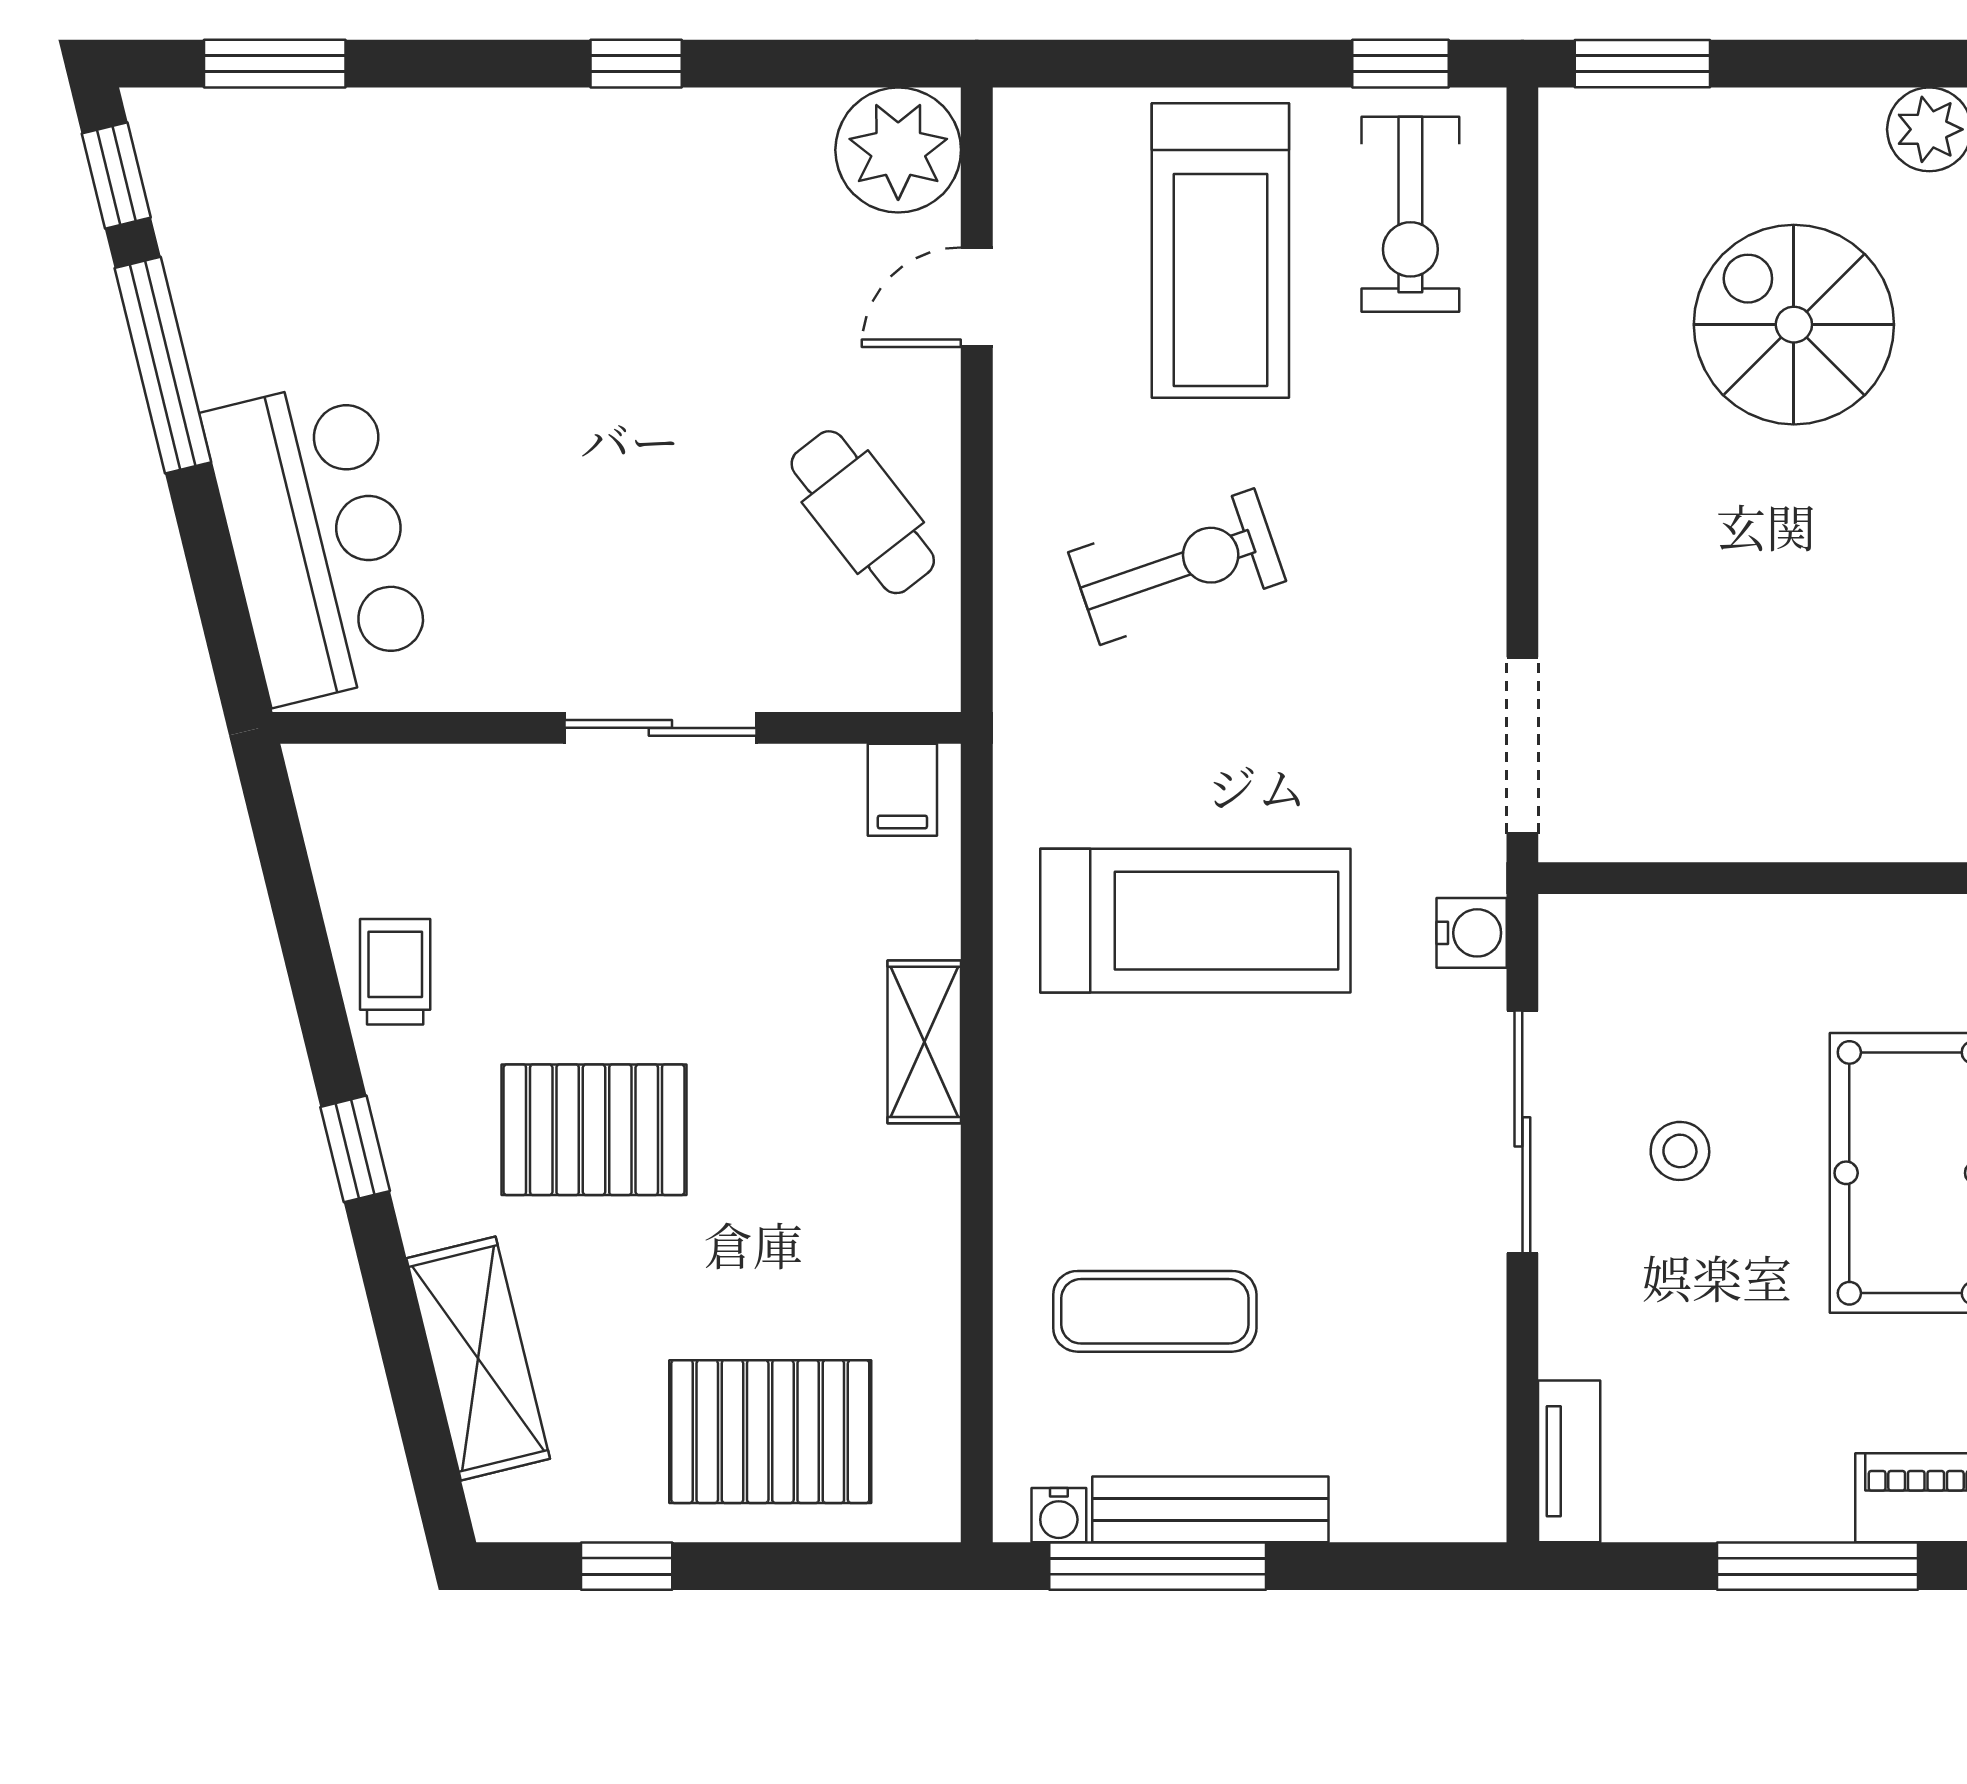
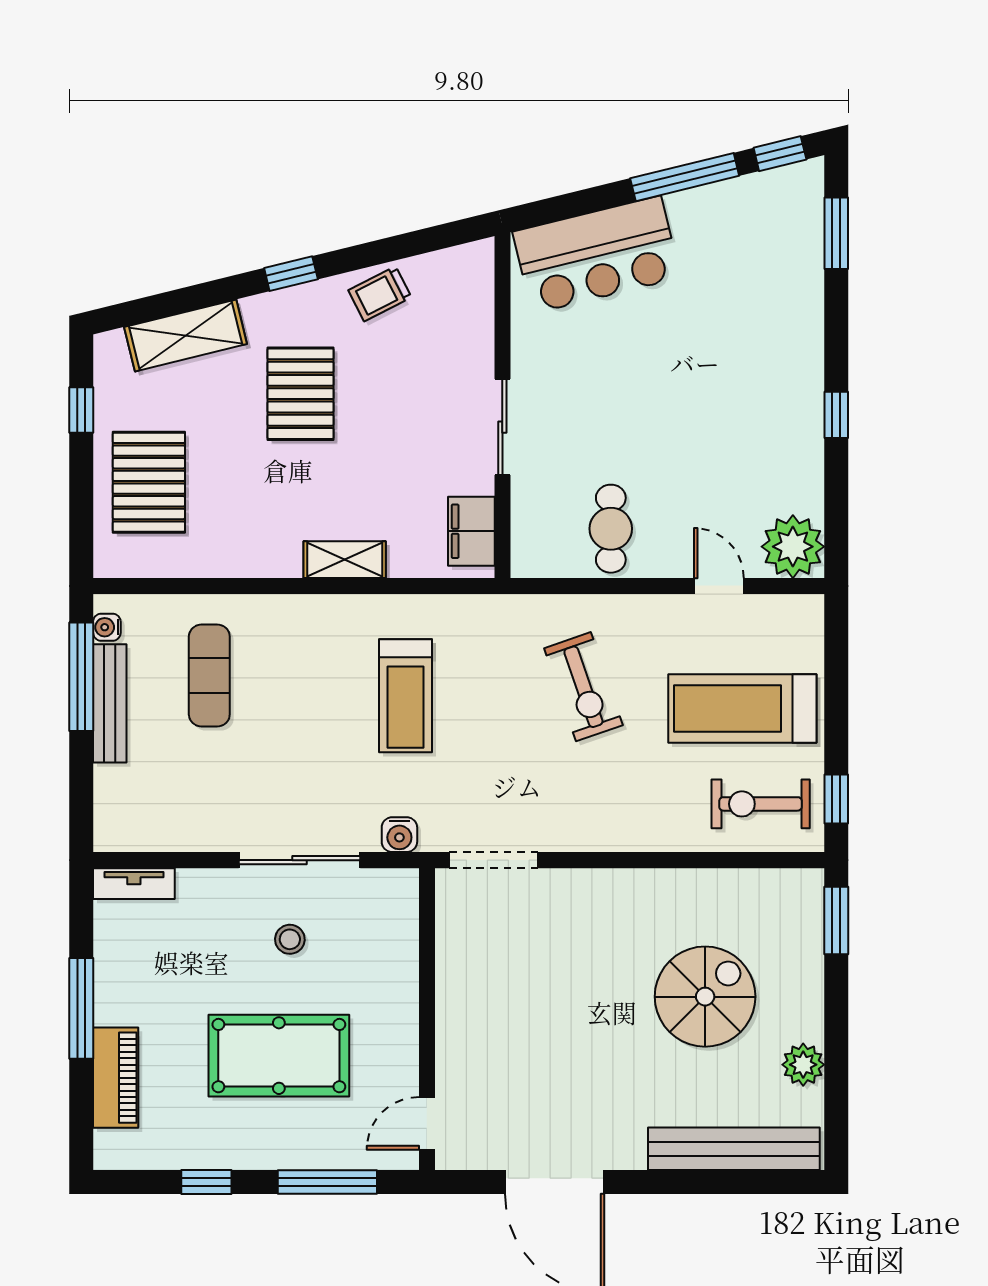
cafe table: (863, 512) -> (611, 529), turned -52
filing cabinet: (902, 790) -> (471, 531), width x2.00
treadmill: (1195, 921) -> (406, 696), width x0.73, depth x0.73
trolley: (395, 972) -> (380, 294), turned 153

